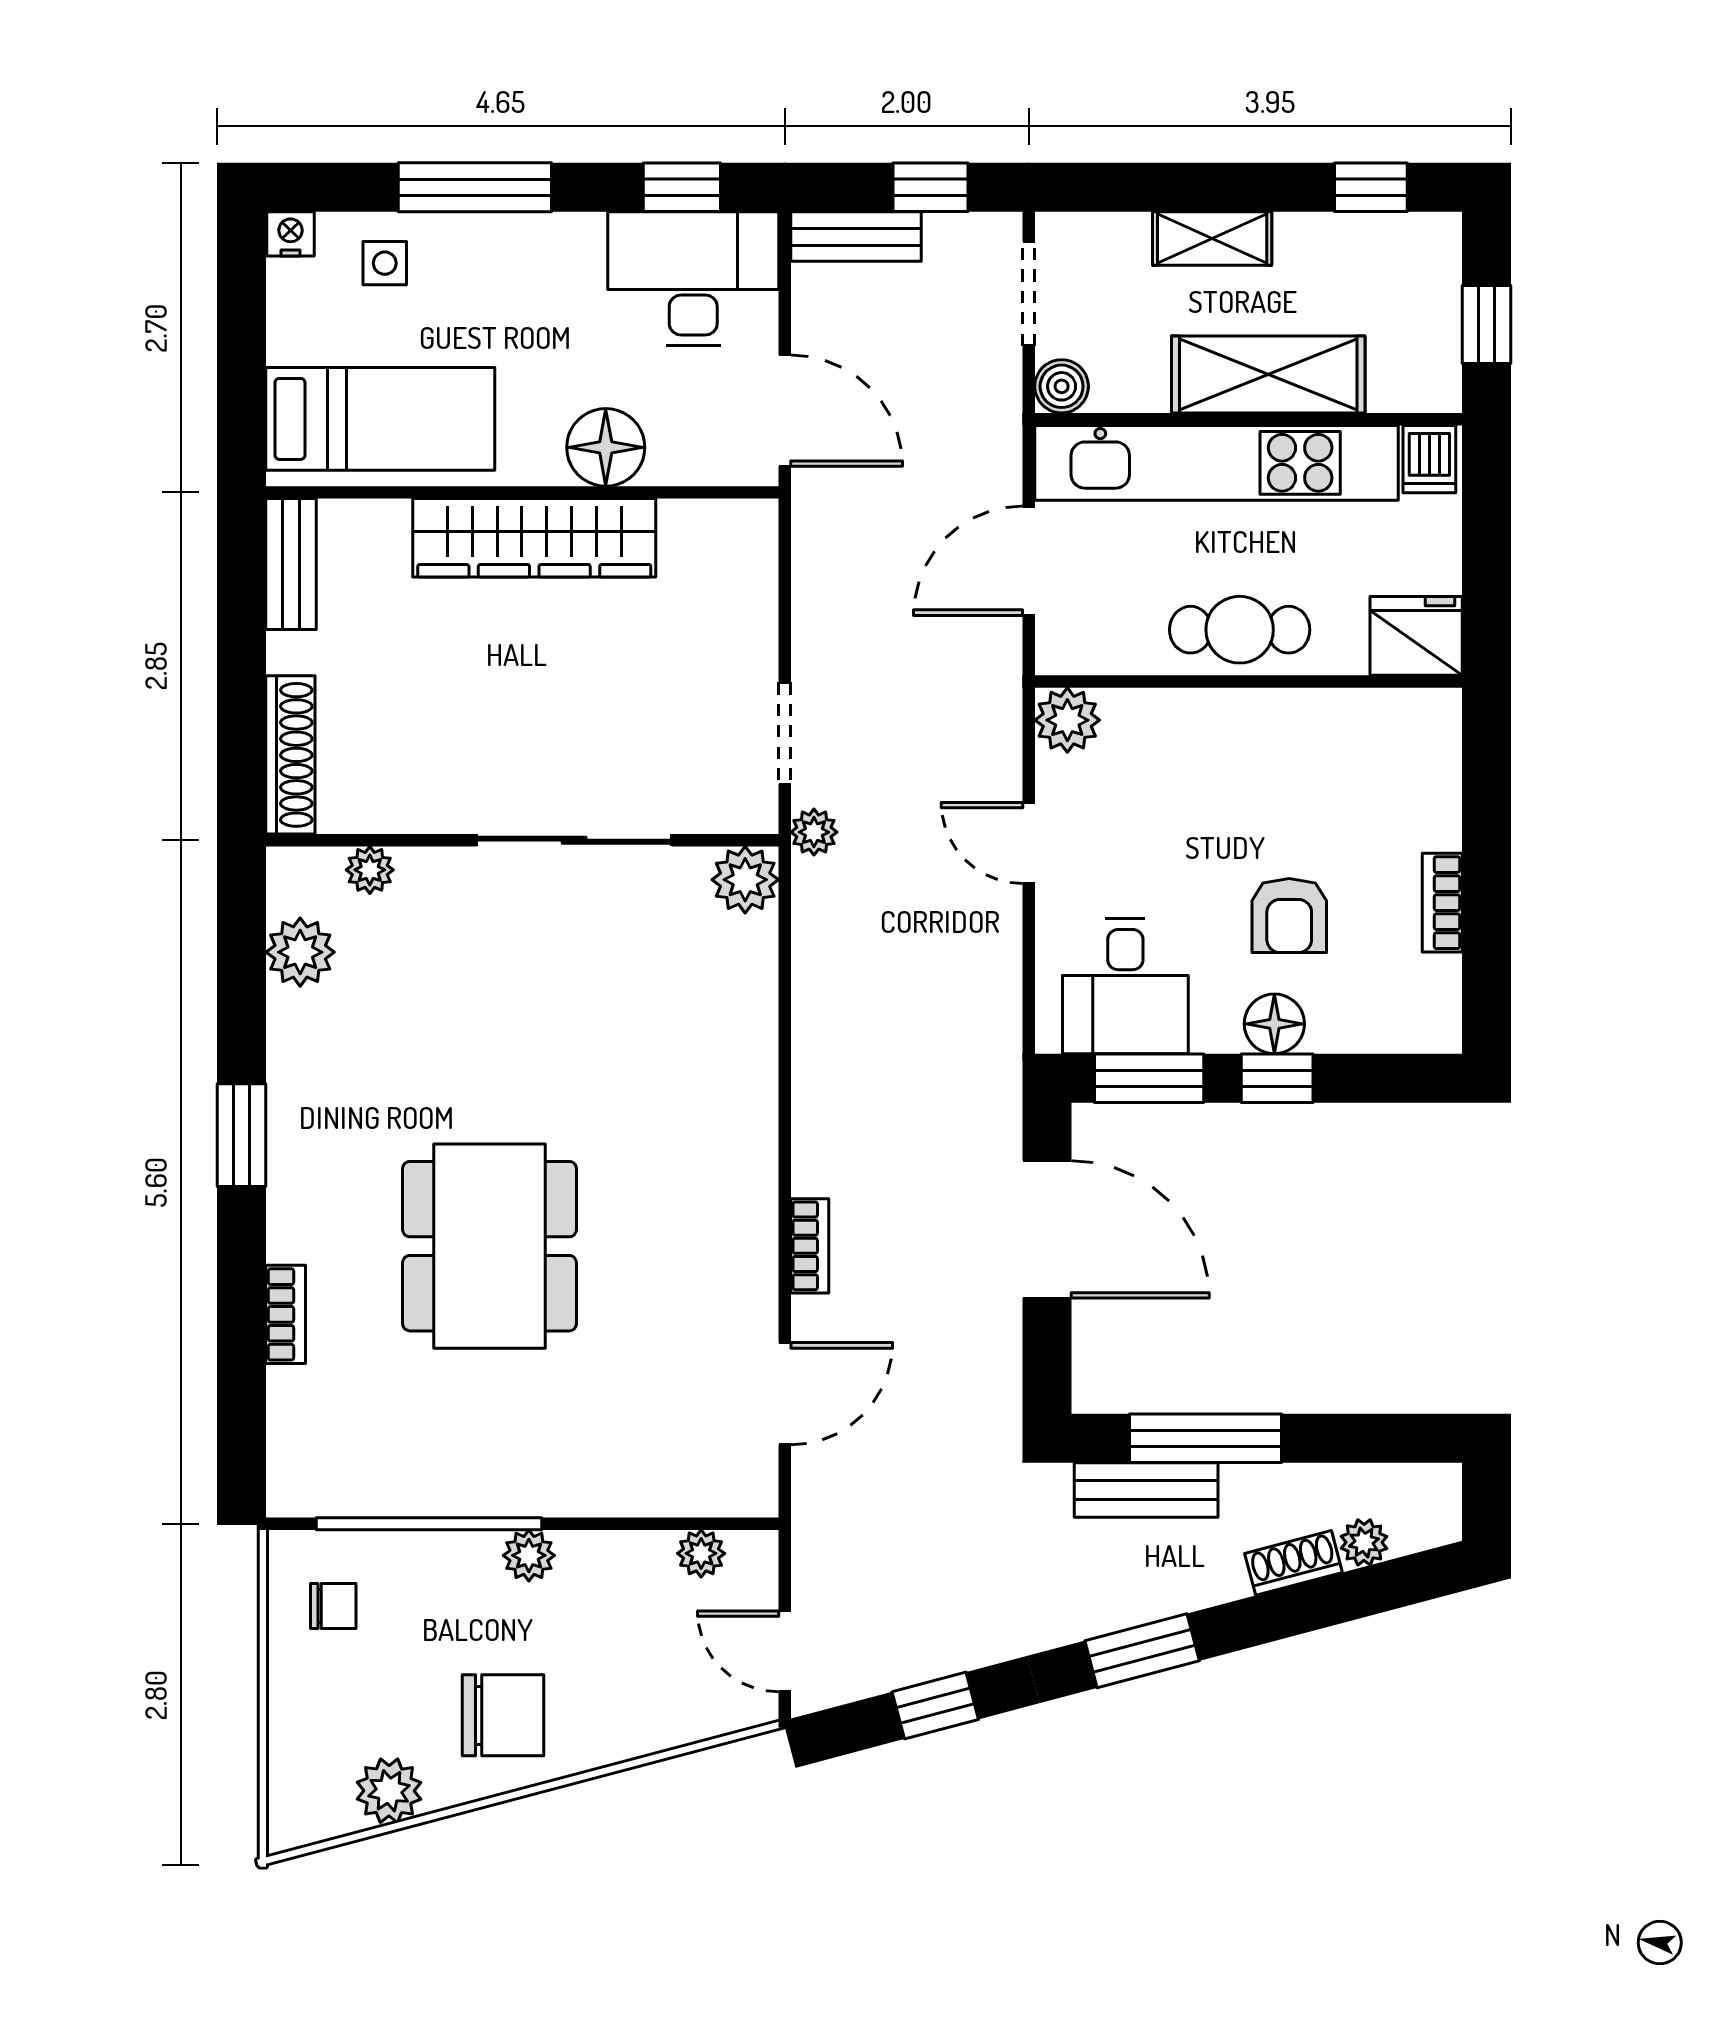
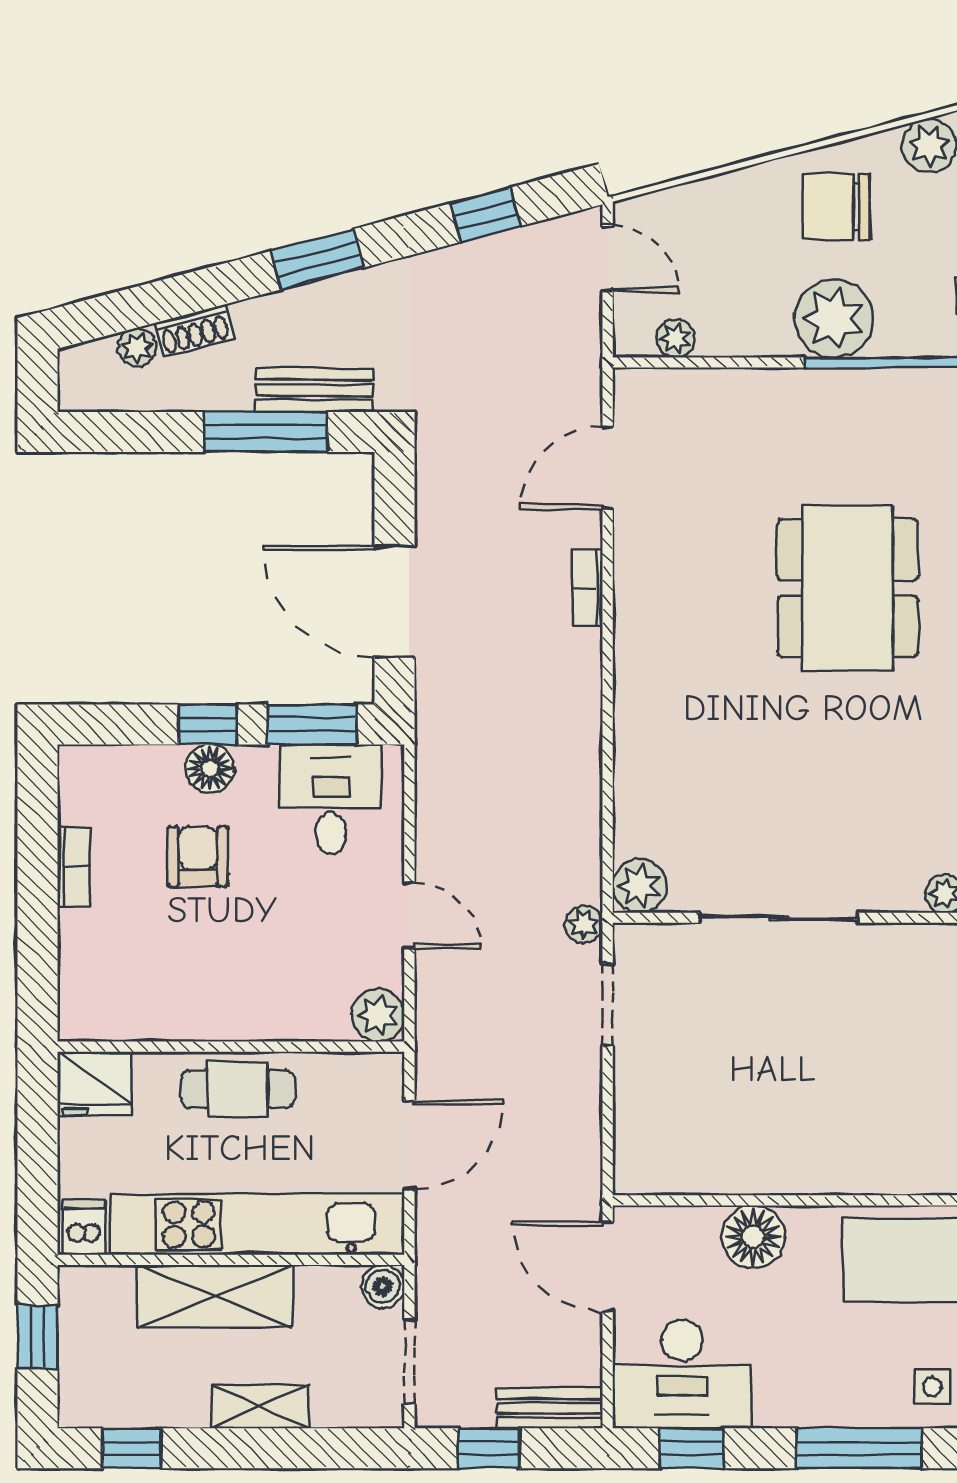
wardrobe: (534, 538) -> (811, 1163), removed
plant: (529, 1555) -> (834, 318), width x1.88, depth x1.88

